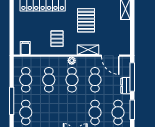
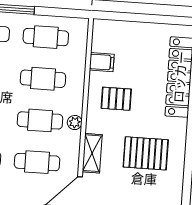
filing cabinet: (25, 48) -> (102, 62), moved

